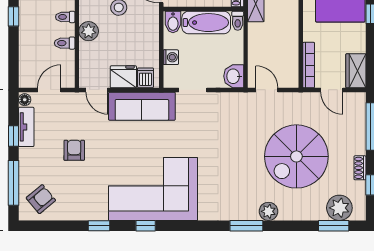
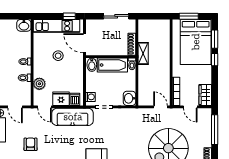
plant: (89, 31) -> (39, 84), moved
washing machine: (171, 57) -> (90, 97), moved
door: (49, 90) -> (15, 107), swing flipped
door: (267, 90) -> (160, 107), moved

